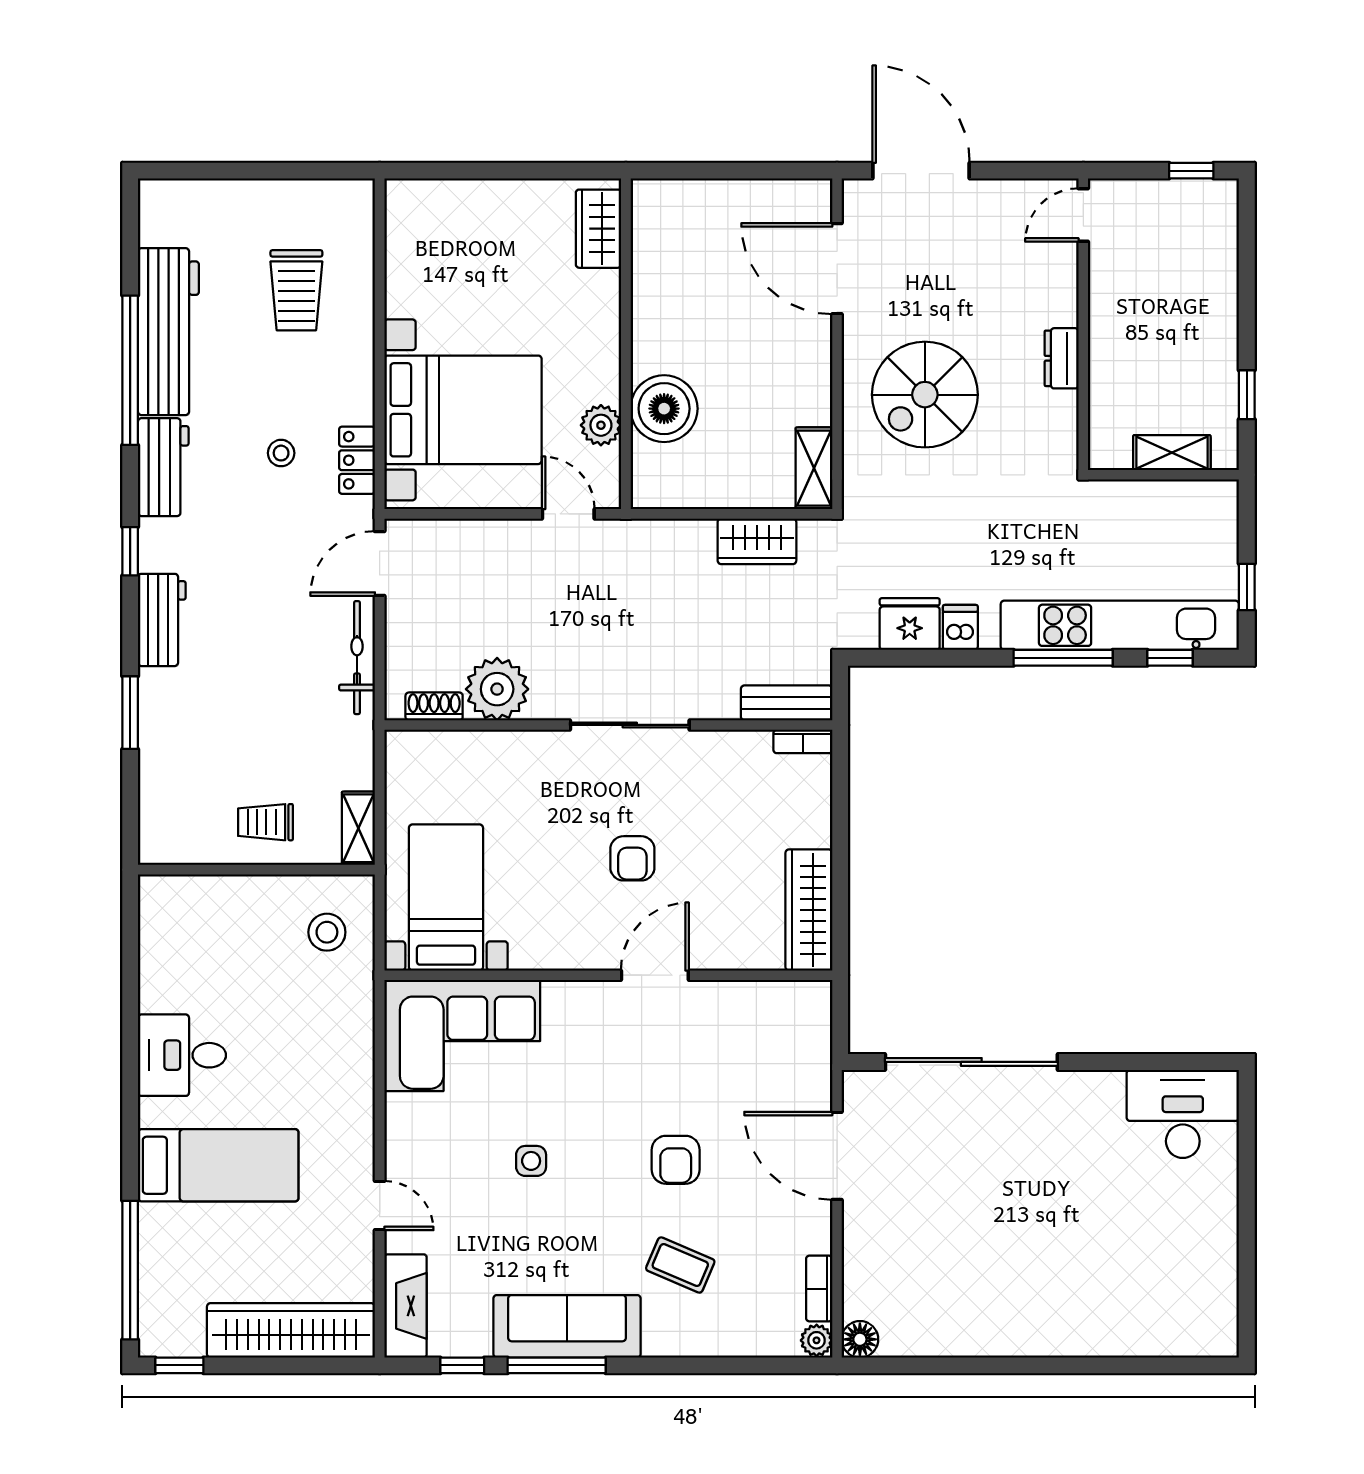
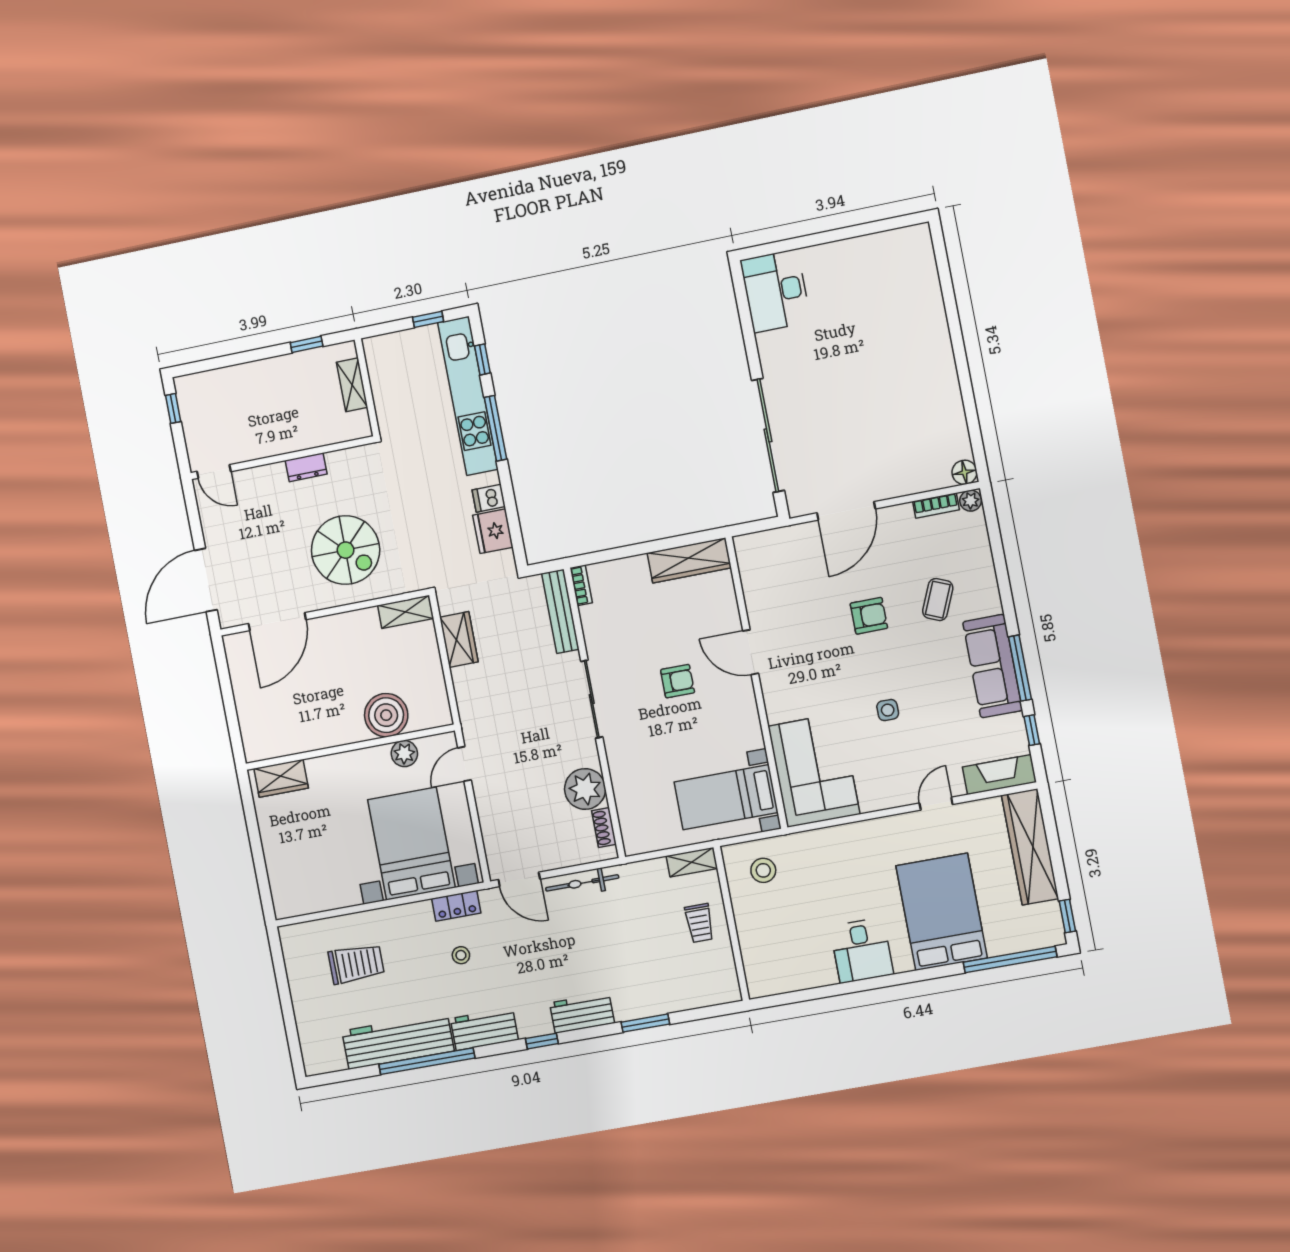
bench: (787, 703) -> (560, 611), width x1.36
bed: (218, 1165) -> (942, 912), width x1.50

